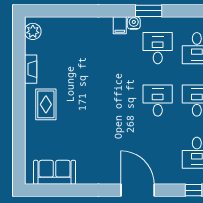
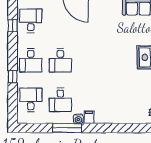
window: (149, 11) -> (67, 128), width x1.44

